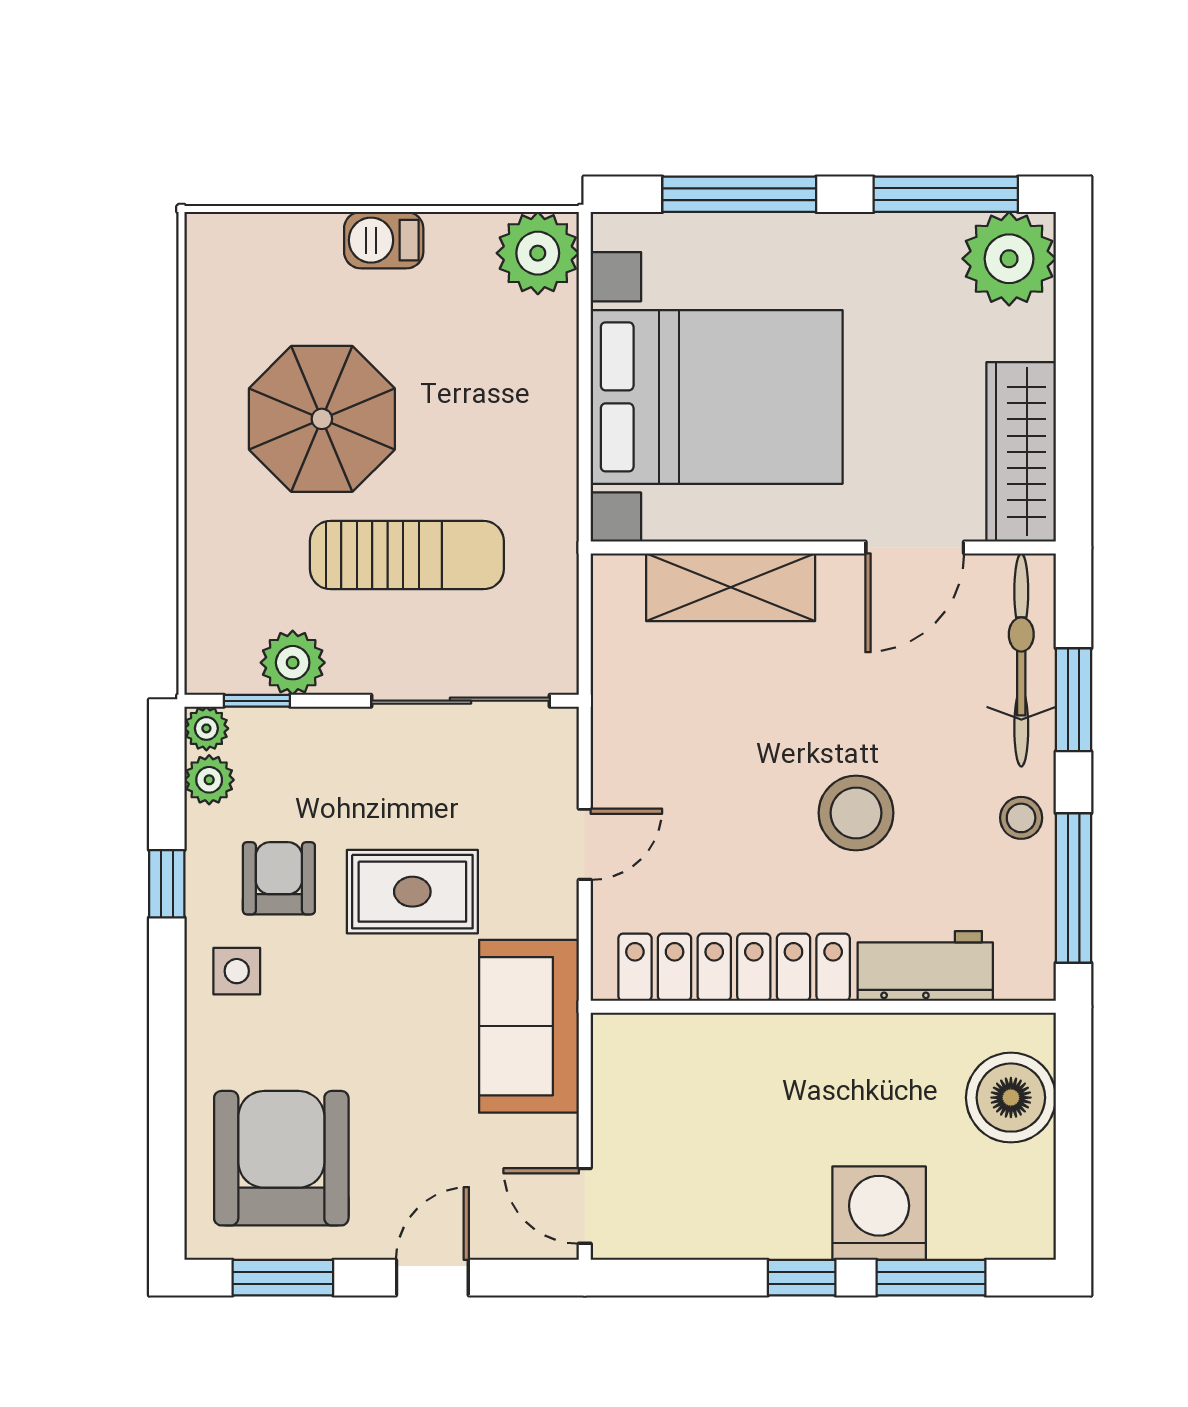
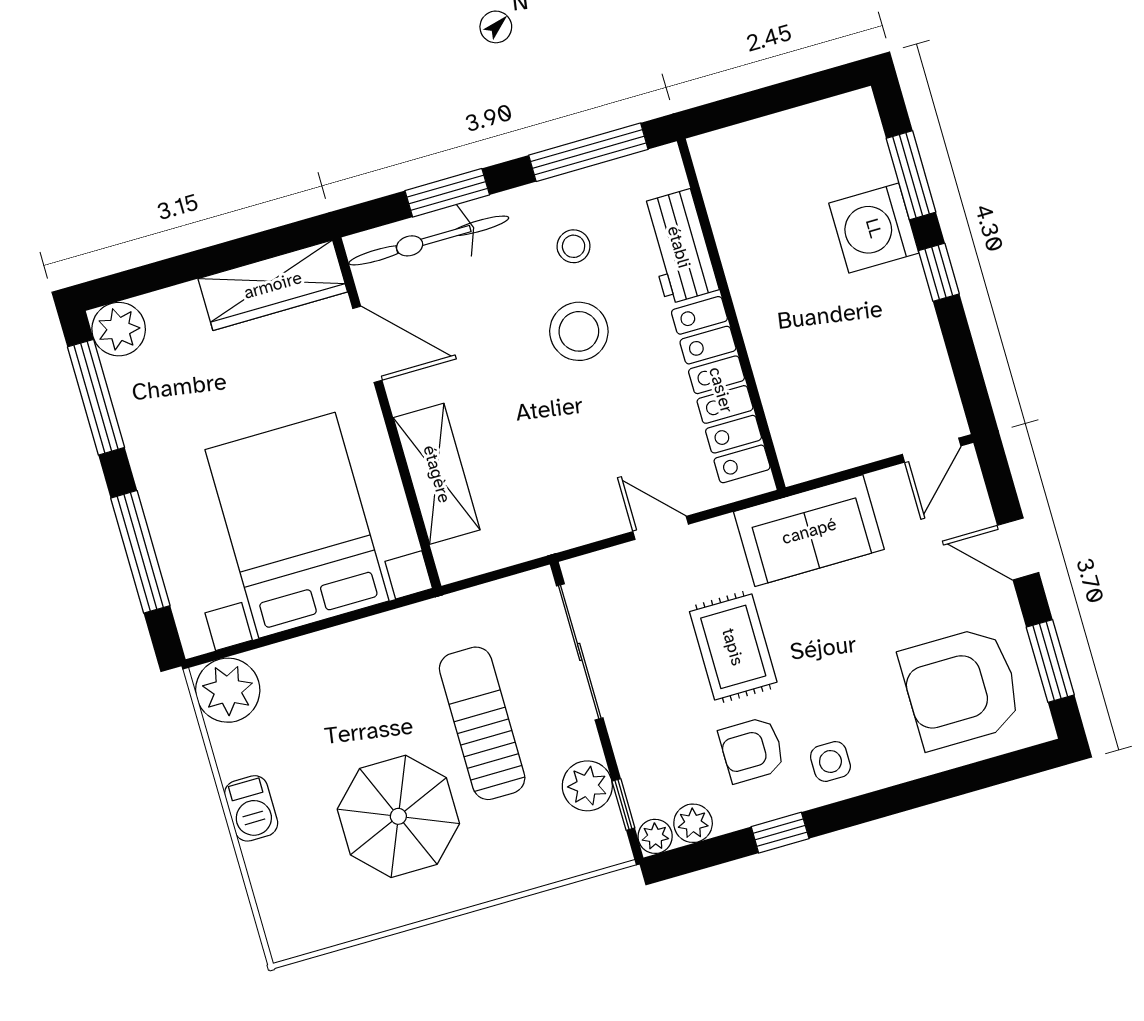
plant: (1009, 259) -> (119, 329), width x0.73, depth x0.73
stool: (1021, 818) -> (574, 246), moved
boiler: (1011, 1098) -> (759, 154), removed

